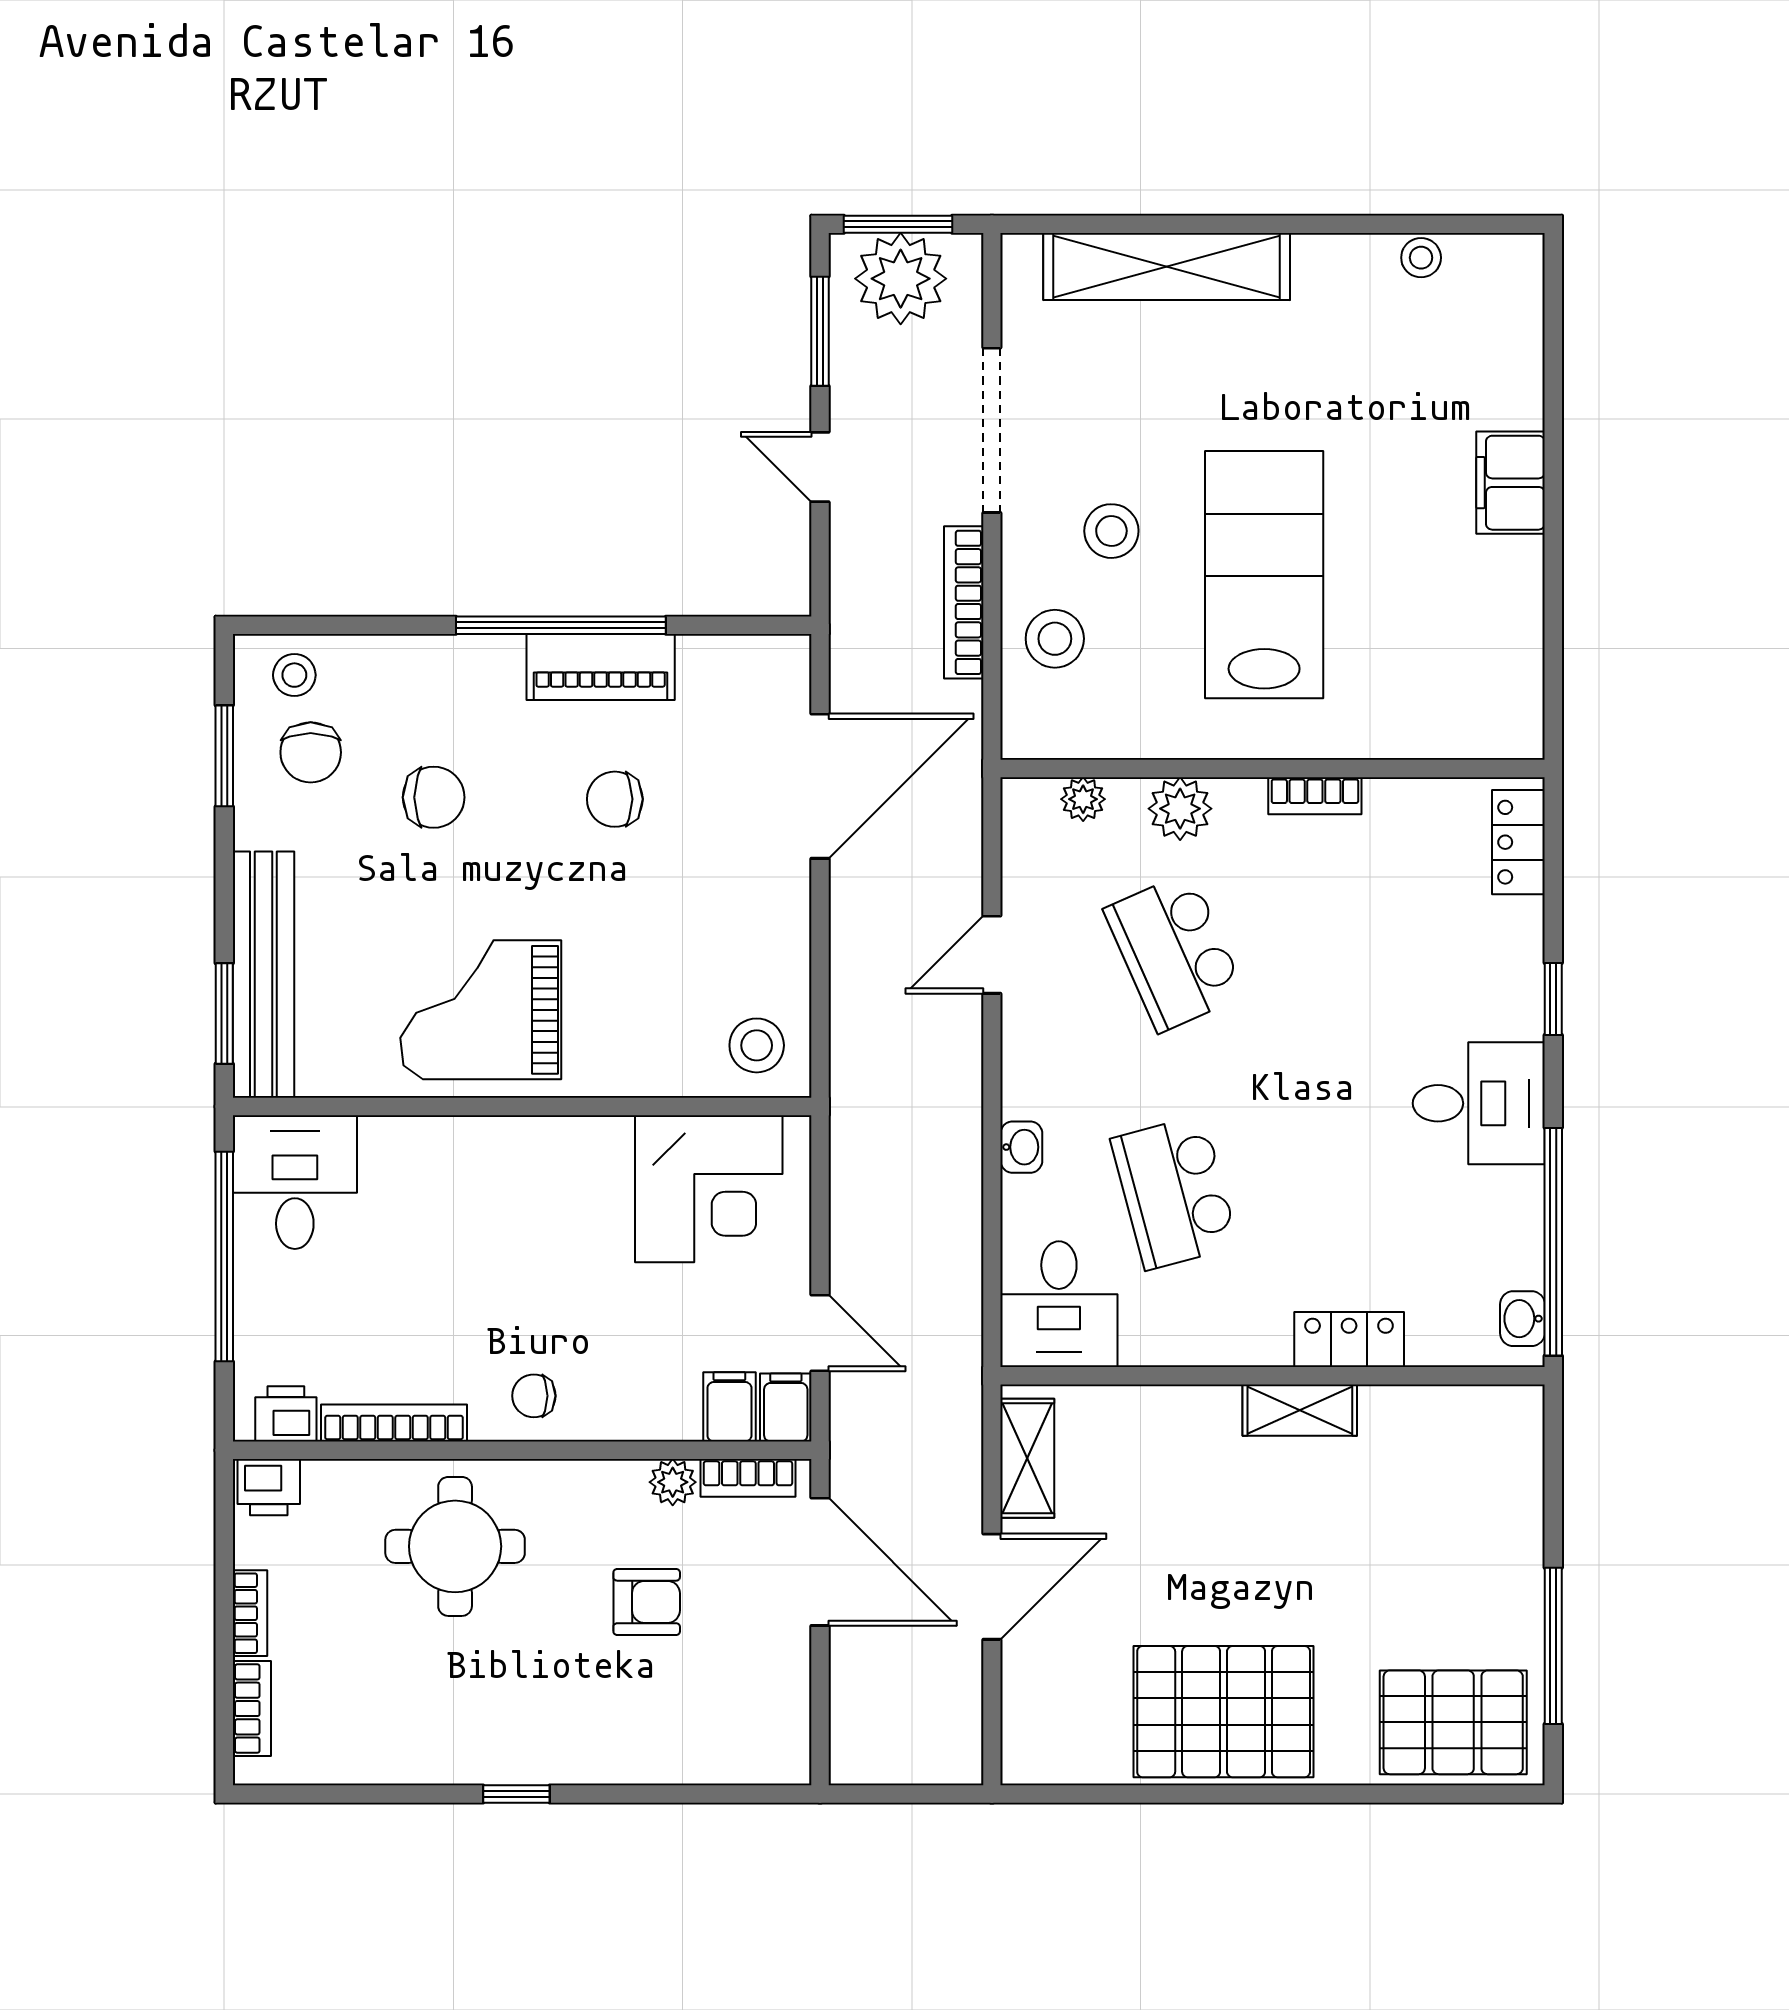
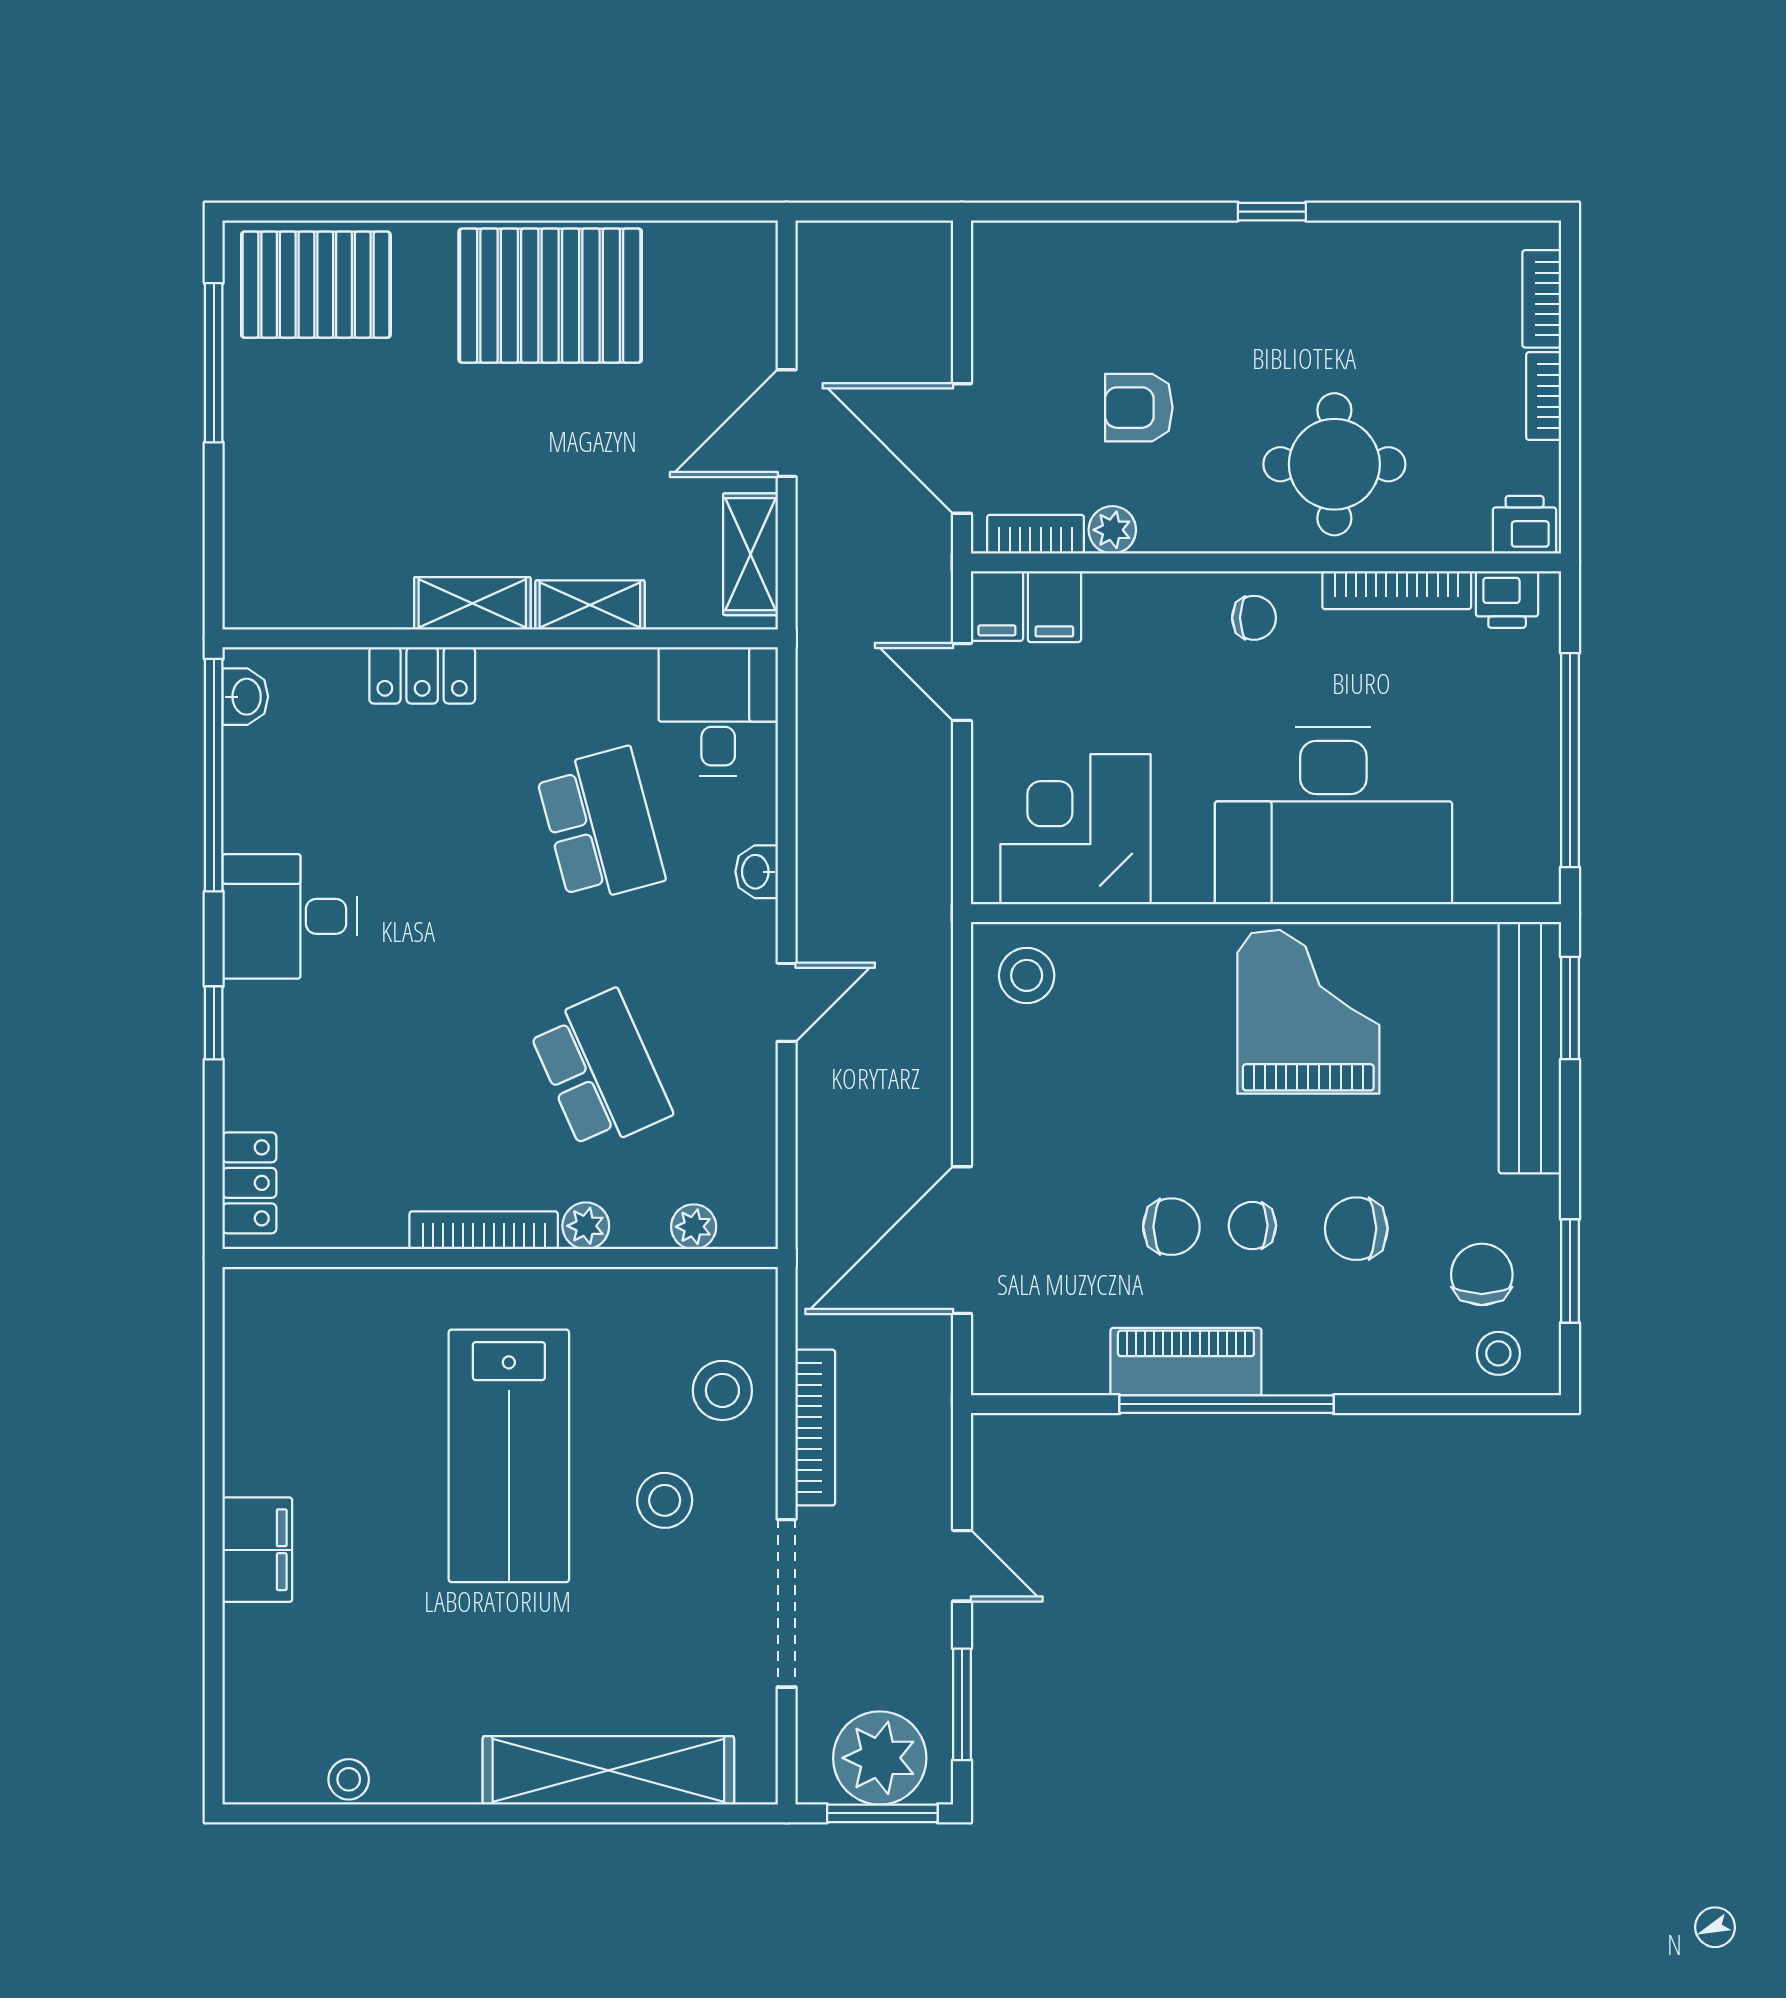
bookcase: (1315, 796) -> (484, 1230), width x1.56
chair: (535, 800) -> (1252, 1226), added
plant: (1180, 809) -> (586, 1226), width x0.73, depth x0.73
door: (992, 955) -> (787, 1002), moved
grand piano: (481, 1010) -> (1308, 1012), turned -90
desk: (295, 1182) -> (1333, 815), moved, width x1.87, depth x1.30
shelving: (1185, 1409) -> (590, 605), added

